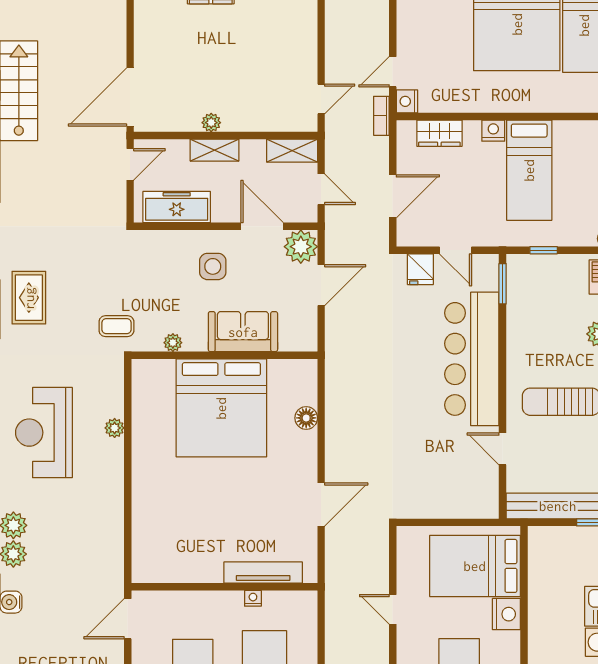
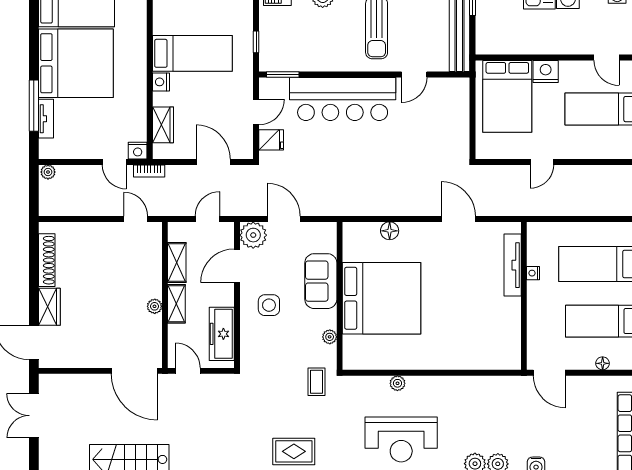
shelving: (292, 151) -> (177, 263), moved

